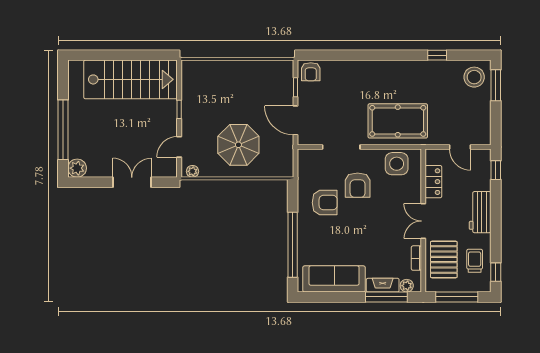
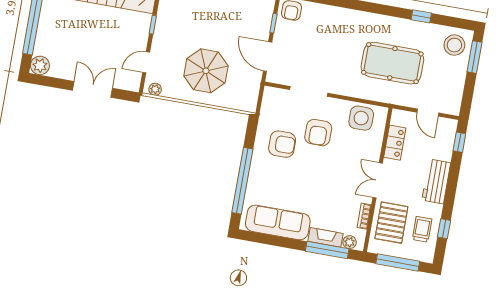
pool table: (398, 121) -> (392, 63), moved
window: (496, 272) -> (444, 229), moved

